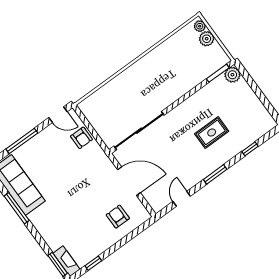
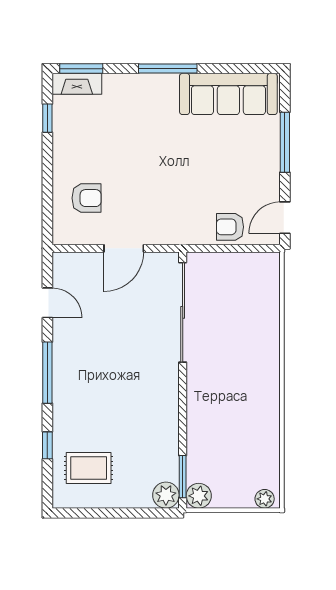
plant: (207, 39) -> (199, 496), moved
rug: (212, 132) -> (89, 468), moved, turned 90
window: (215, 174) -> (47, 373), width x1.44
door: (129, 181) -> (124, 248), width x0.73
window: (17, 208) -> (168, 69), moved

